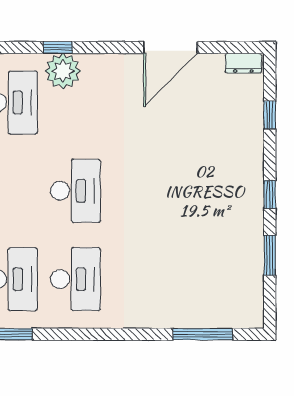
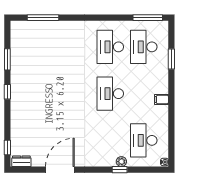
plant: (63, 71) -> (121, 162), width x0.53, depth x0.53
window: (270, 115) -> (7, 148), moved

